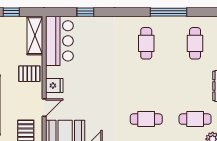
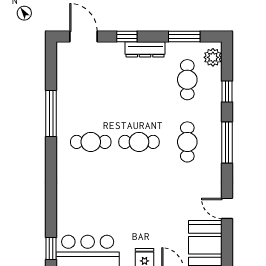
window: (85, 12) -> (51, 249), moved
cafe table: (195, 43) -> (139, 142), moved

